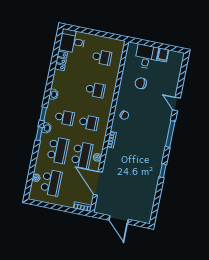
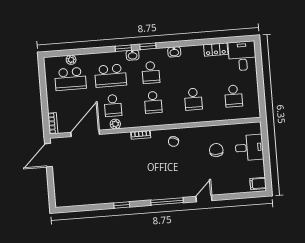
filing cabinet: (163, 55) -> (258, 183), moved
school desk: (82, 155) -> (113, 105), width x0.54
door: (119, 220) -> (48, 155), moved

